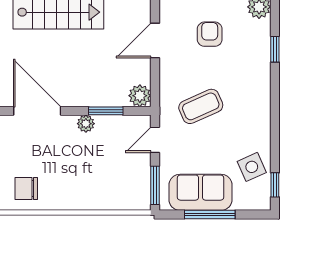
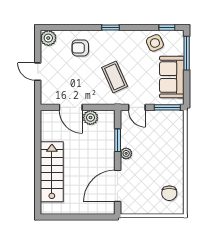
armchair: (210, 34) -> (80, 48), moved
window: (275, 49) -> (110, 28), moved
plant: (140, 96) -> (90, 118), moved
window: (210, 215) -> (187, 53), moved

